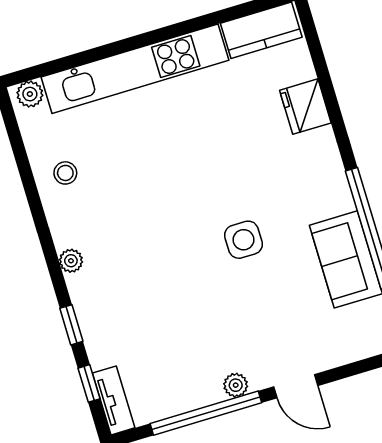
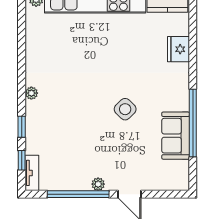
stool: (65, 173) -> (42, 46), removed
side table: (243, 240) -> (125, 109), turned 45

